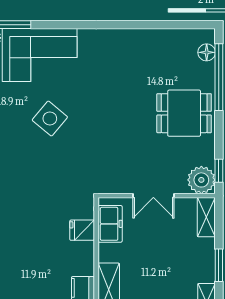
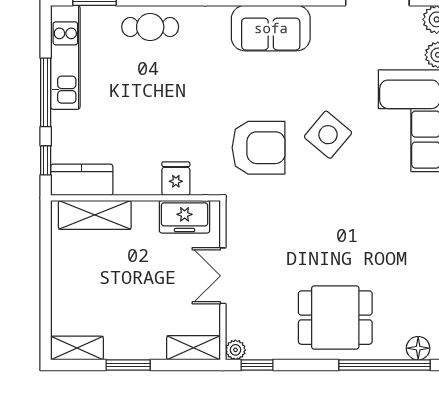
dining table: (184, 113) -> (335, 318), turned 90
armchair: (59, 169) -> (259, 148), added
plant: (201, 180) -> (235, 350), width x0.53, depth x0.53

